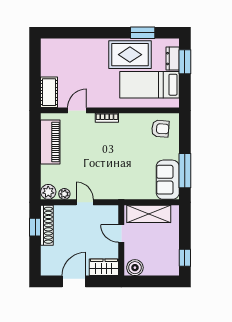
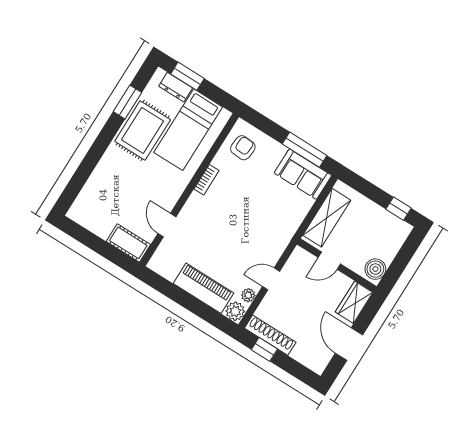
bookcase: (107, 118) -> (206, 180), moved
piano: (50, 142) -> (203, 288), moved

